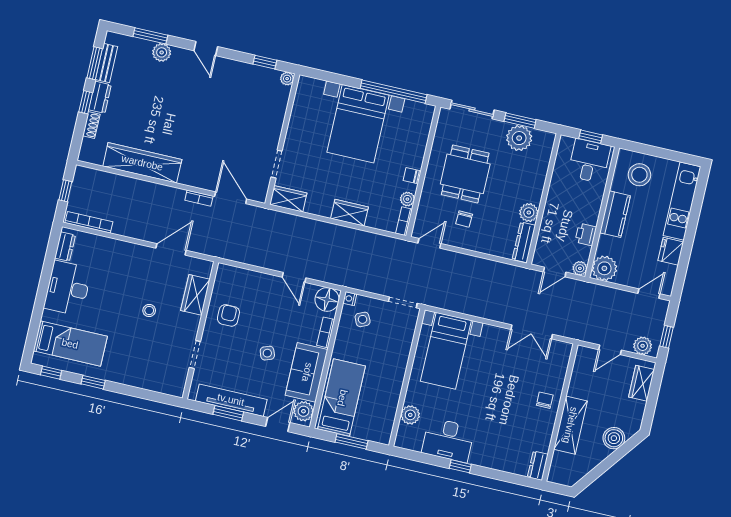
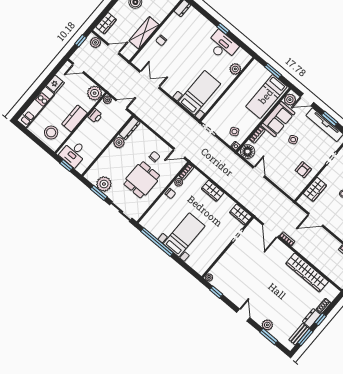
bed with nightstands: (358, 124) -> (184, 235), width x0.73
shelving: (570, 425) -> (144, 33), moved

